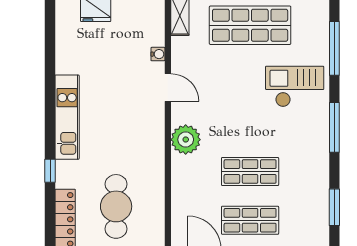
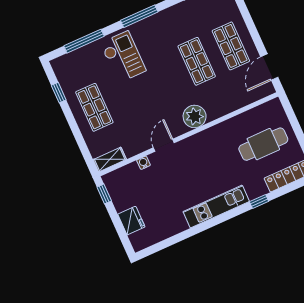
shop shelf: (250, 25) -> (94, 107), width x0.70, depth x0.74
checkout: (295, 86) -> (123, 57), turned 180

